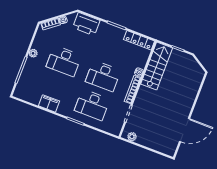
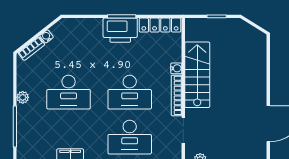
printer: (86, 24) -> (120, 30), moved
stairs: (157, 66) -> (197, 75), moved

